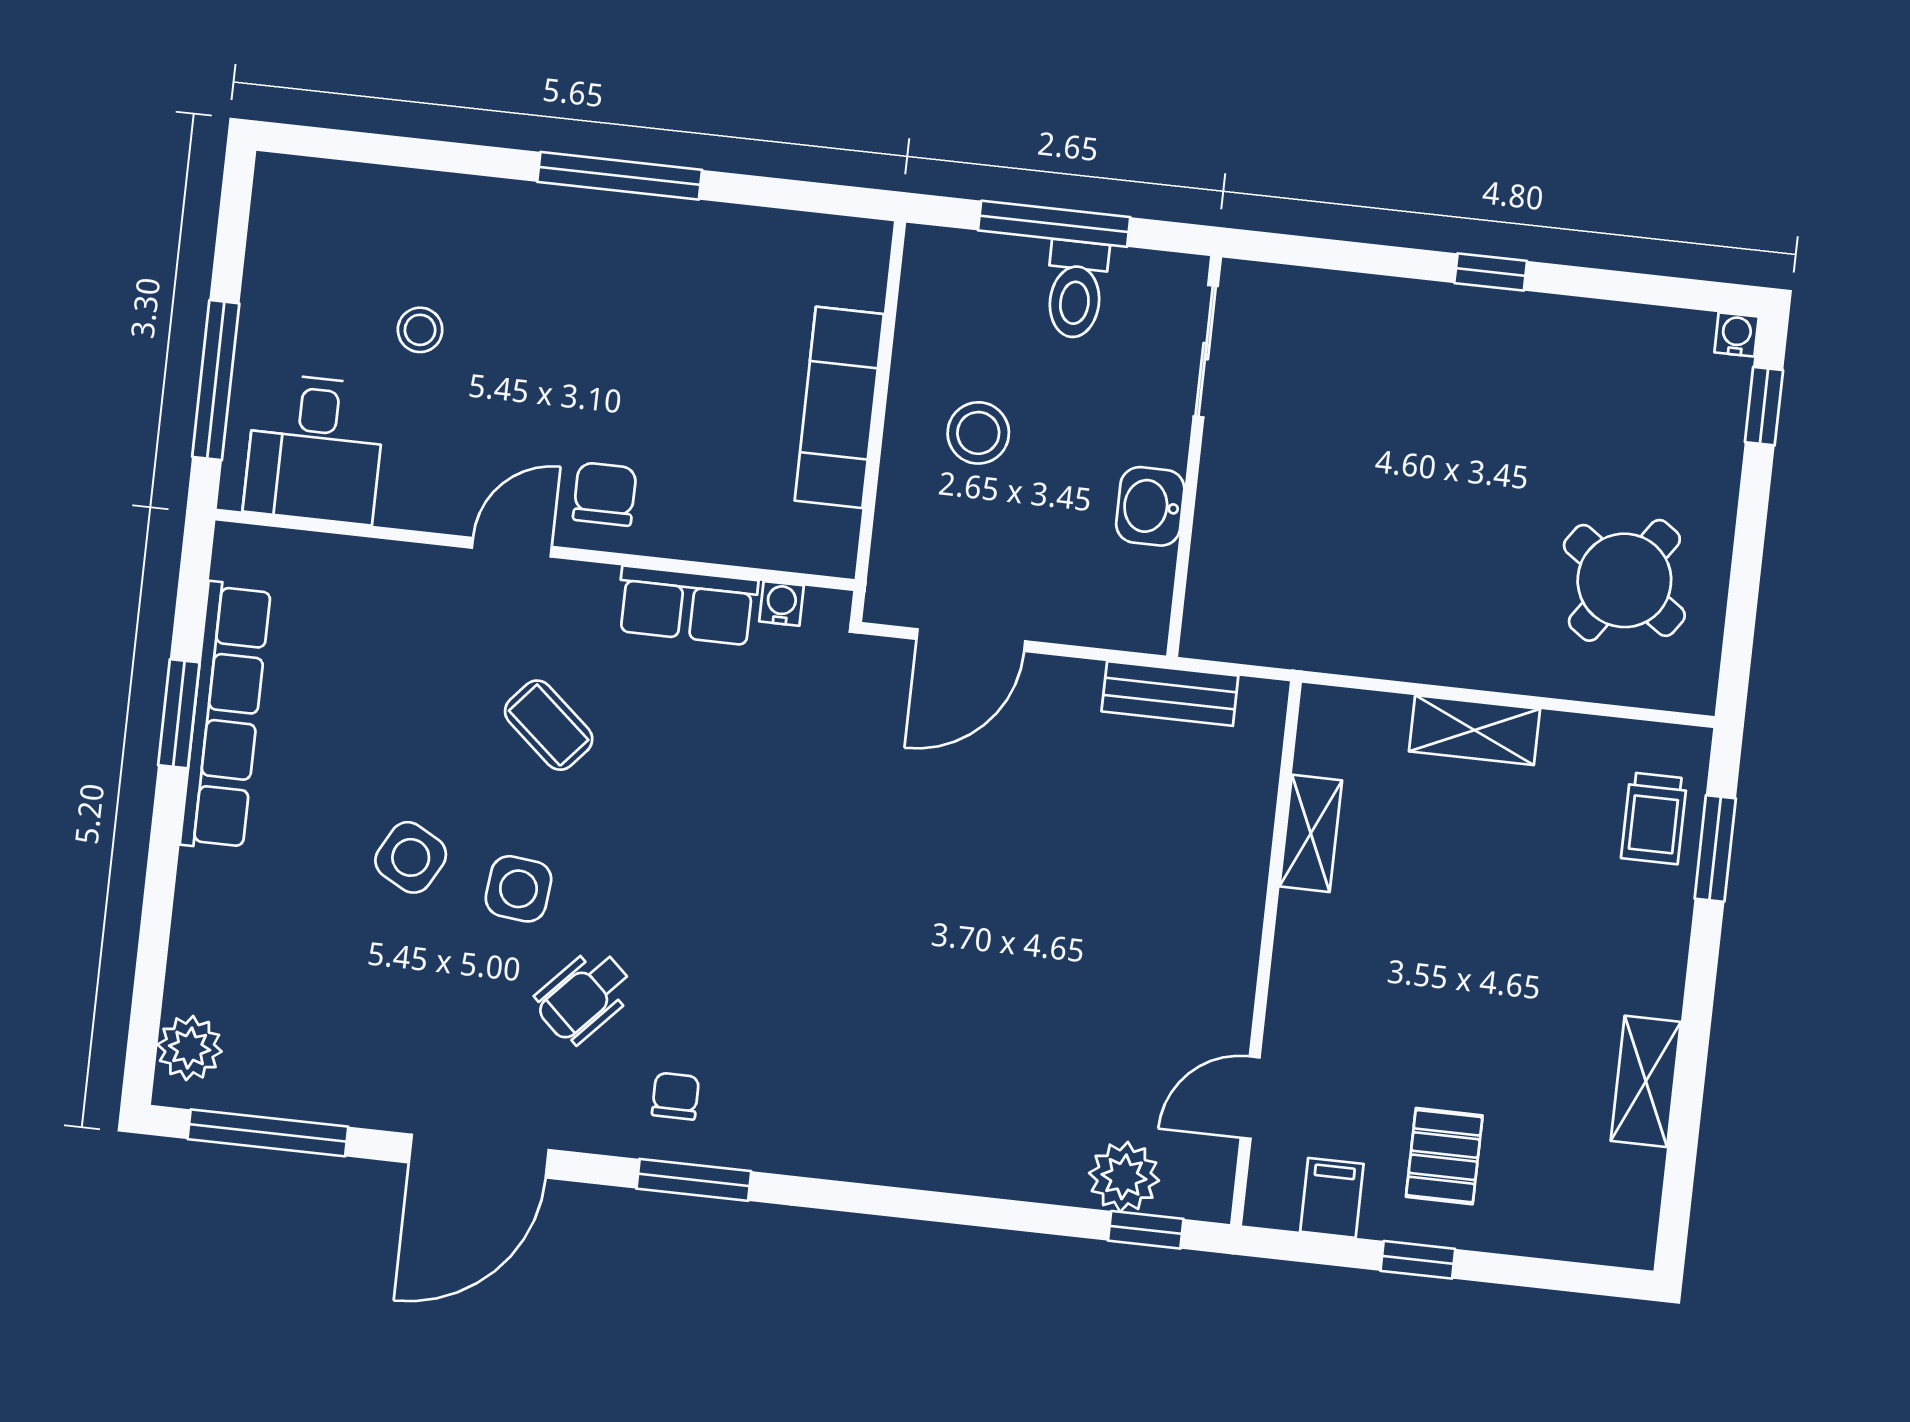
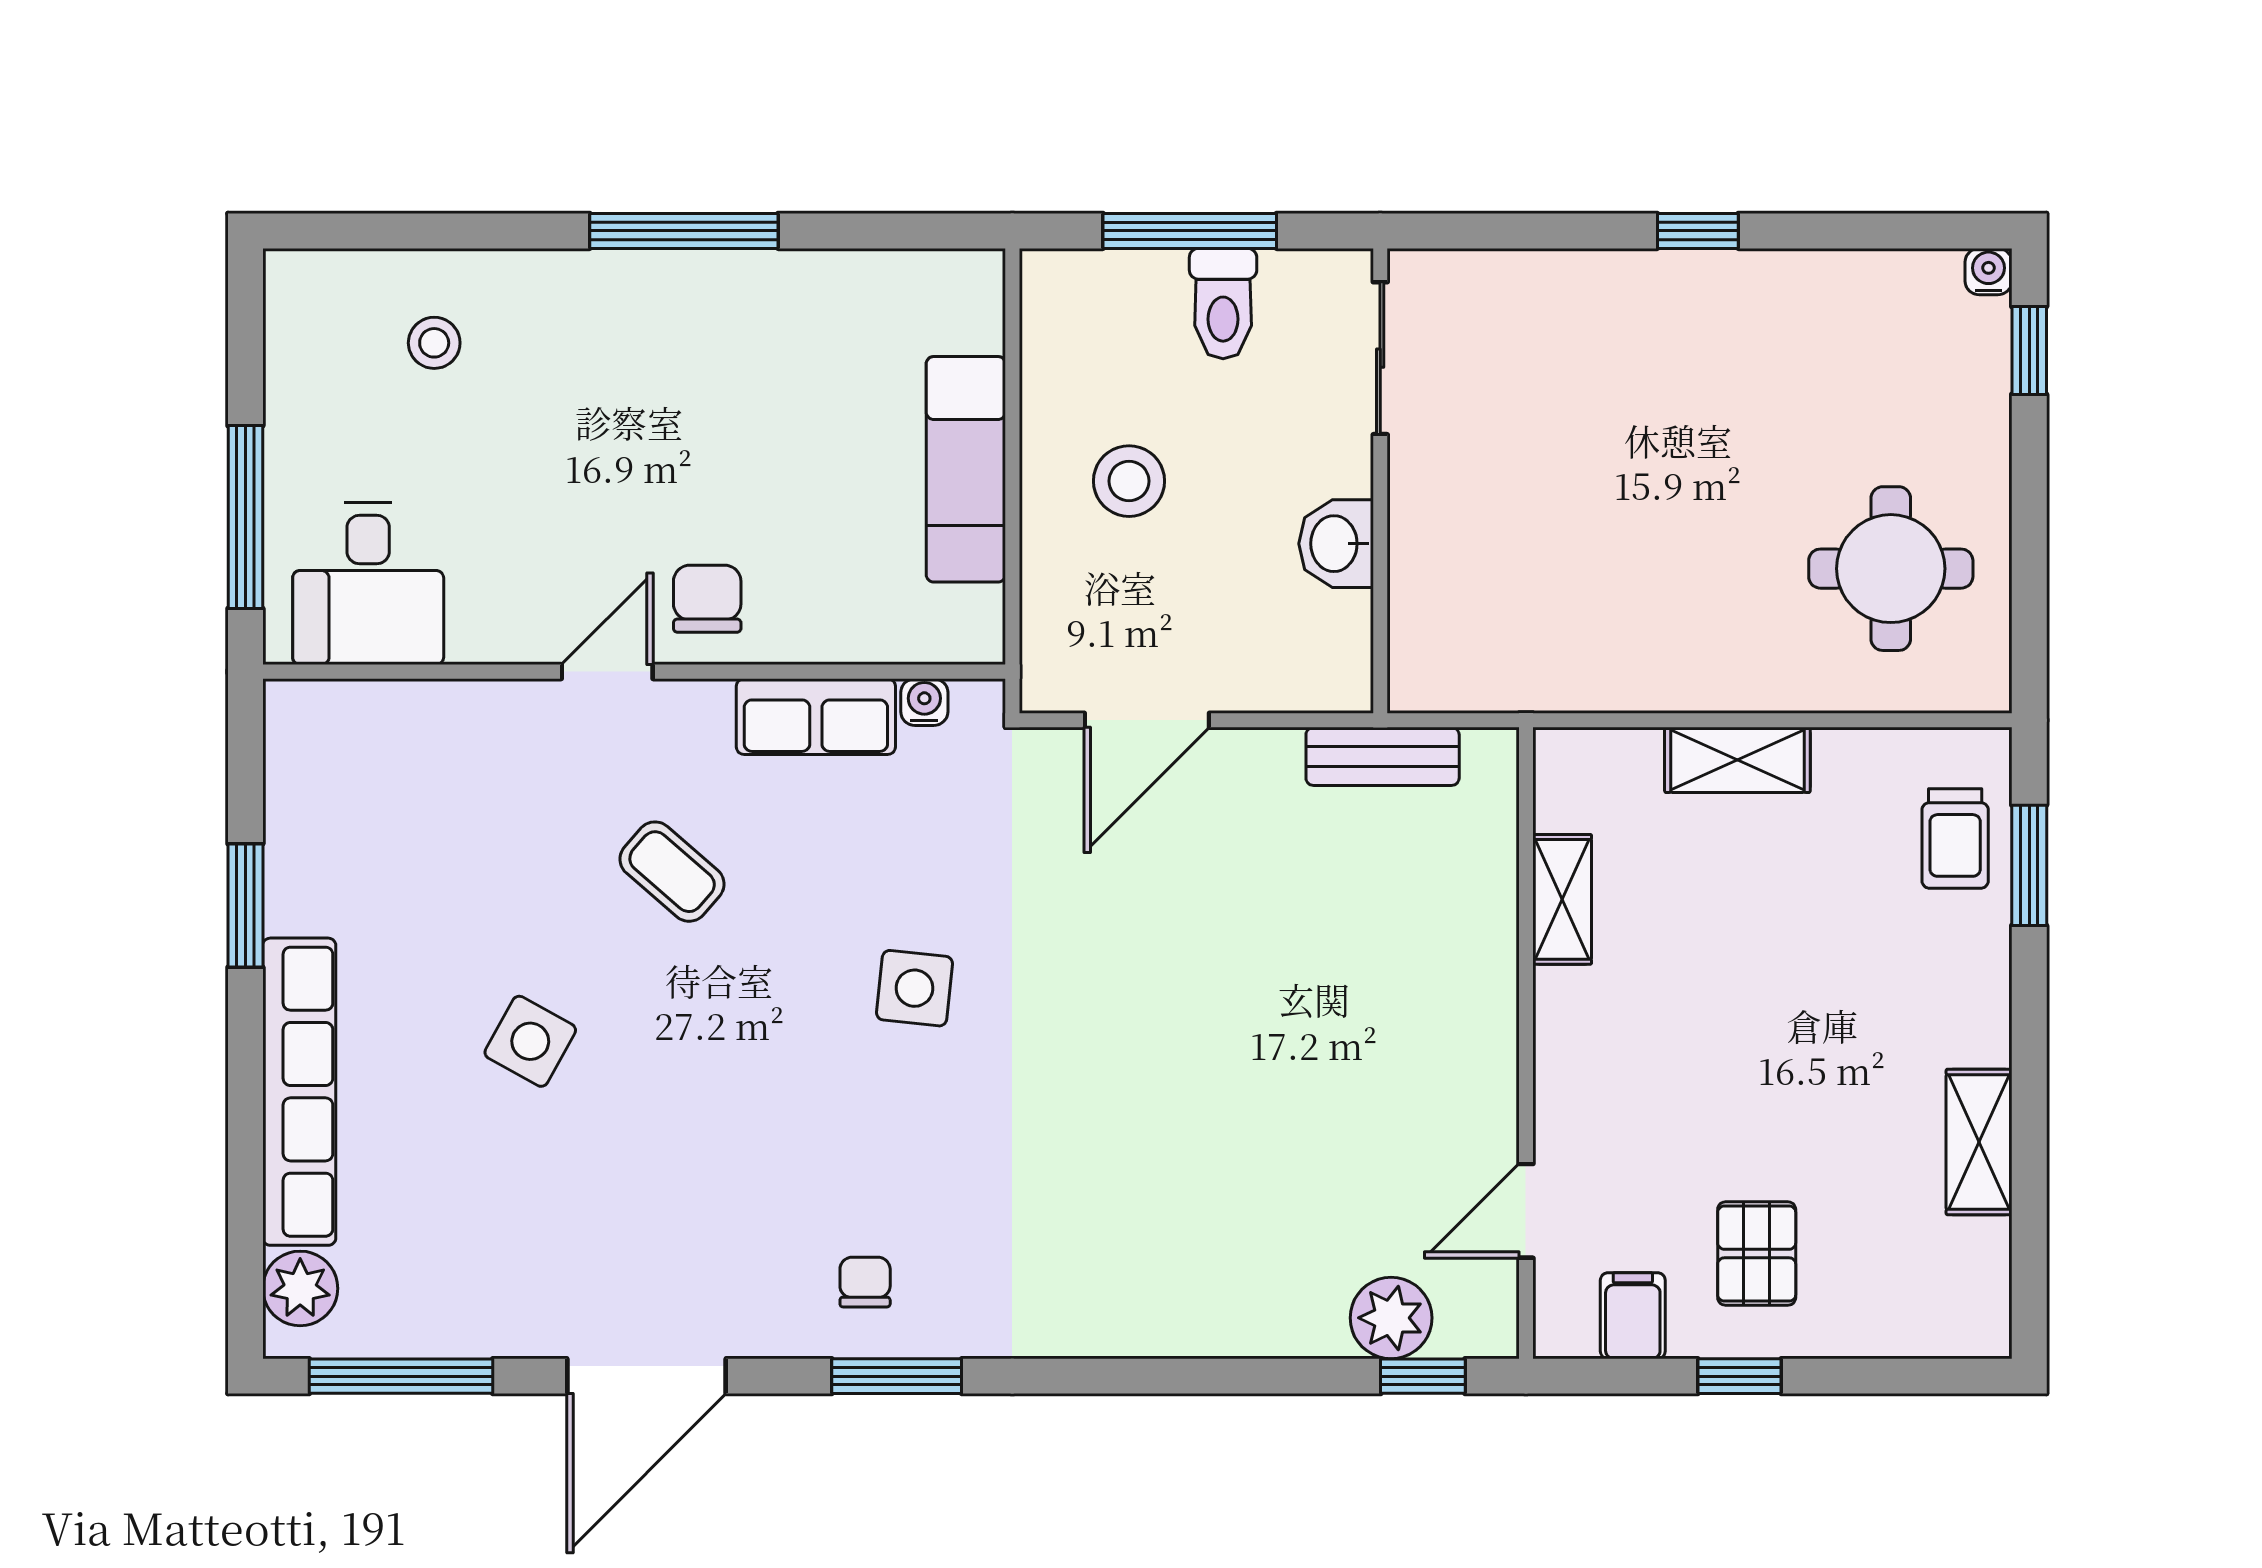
stool: (420, 330) -> (434, 343), moved
round table: (1624, 580) -> (1891, 569), turned -35
row of seats: (225, 716) -> (299, 1092), moved
side table: (518, 889) -> (915, 988), moved
wheelchair: (584, 996) -> (747, 1179), removed

